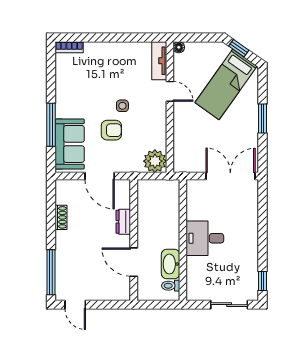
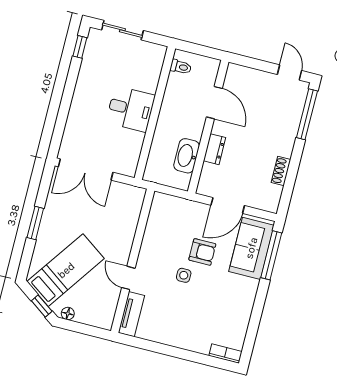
floor lamp: (179, 47) -> (68, 314), moved
window: (51, 125) -> (271, 255), moved
armchair: (111, 130) -> (202, 252), turned 180
plant: (155, 161) -> (164, 206), removed
door: (100, 176) -> (228, 205), swing flipped
washbasin: (171, 264) -> (187, 156), moved, turned 180

